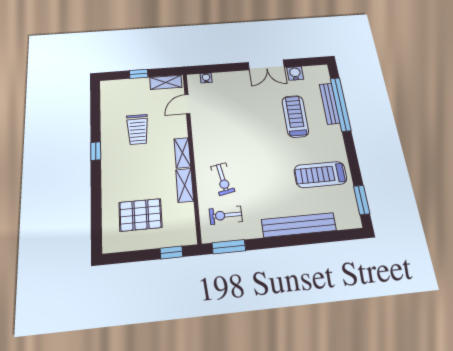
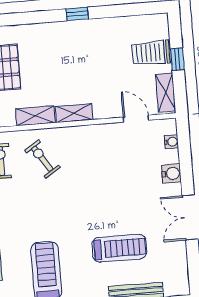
water cooler: (295, 73) -> (171, 174), moved
trolley: (138, 129) -> (151, 53), moved
exercise bike: (223, 179) -> (42, 159), turned 68

